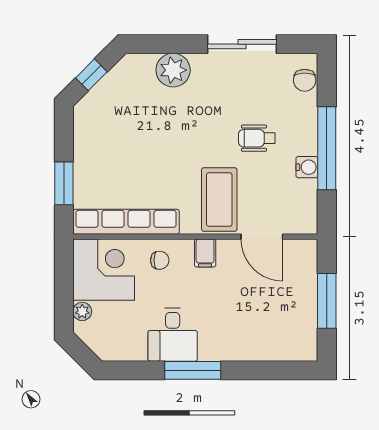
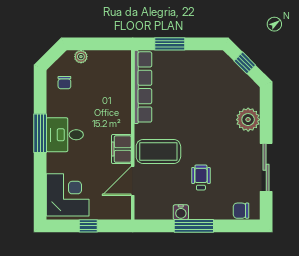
window: (327, 148) -> (194, 226), width x0.68
filing cabinet: (205, 253) -> (121, 149), width x2.00
chair: (160, 260) -> (64, 83), moved
corner desk: (104, 270) -> (68, 195), moved, turned -90
window: (327, 301) -> (88, 226), width x0.46
desk: (173, 335) -> (65, 135), moved

